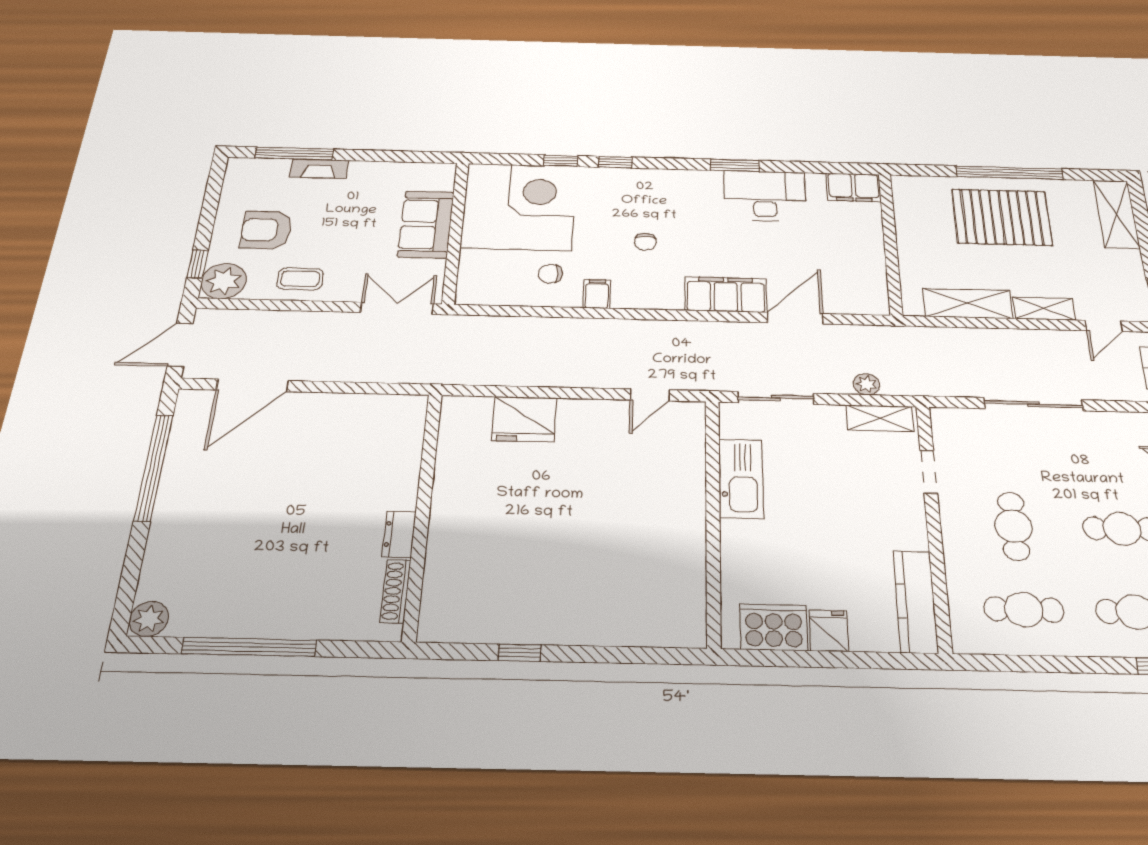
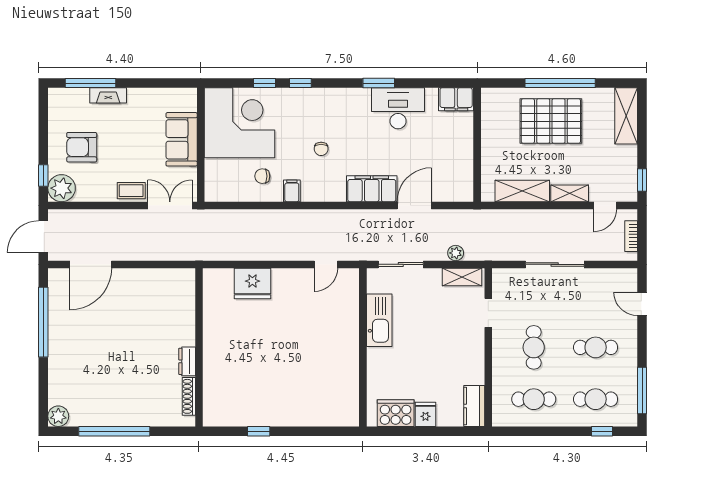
coffee table: (300, 279) -> (131, 191), moved
kitchen counter: (915, 601) -> (474, 406), width x0.67

